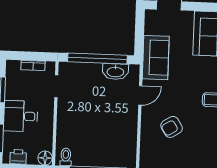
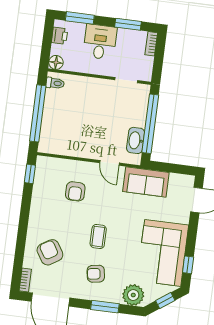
bookcase: (33, 65) -> (151, 44), moved
armchair: (172, 127) -> (75, 191), turned -148

